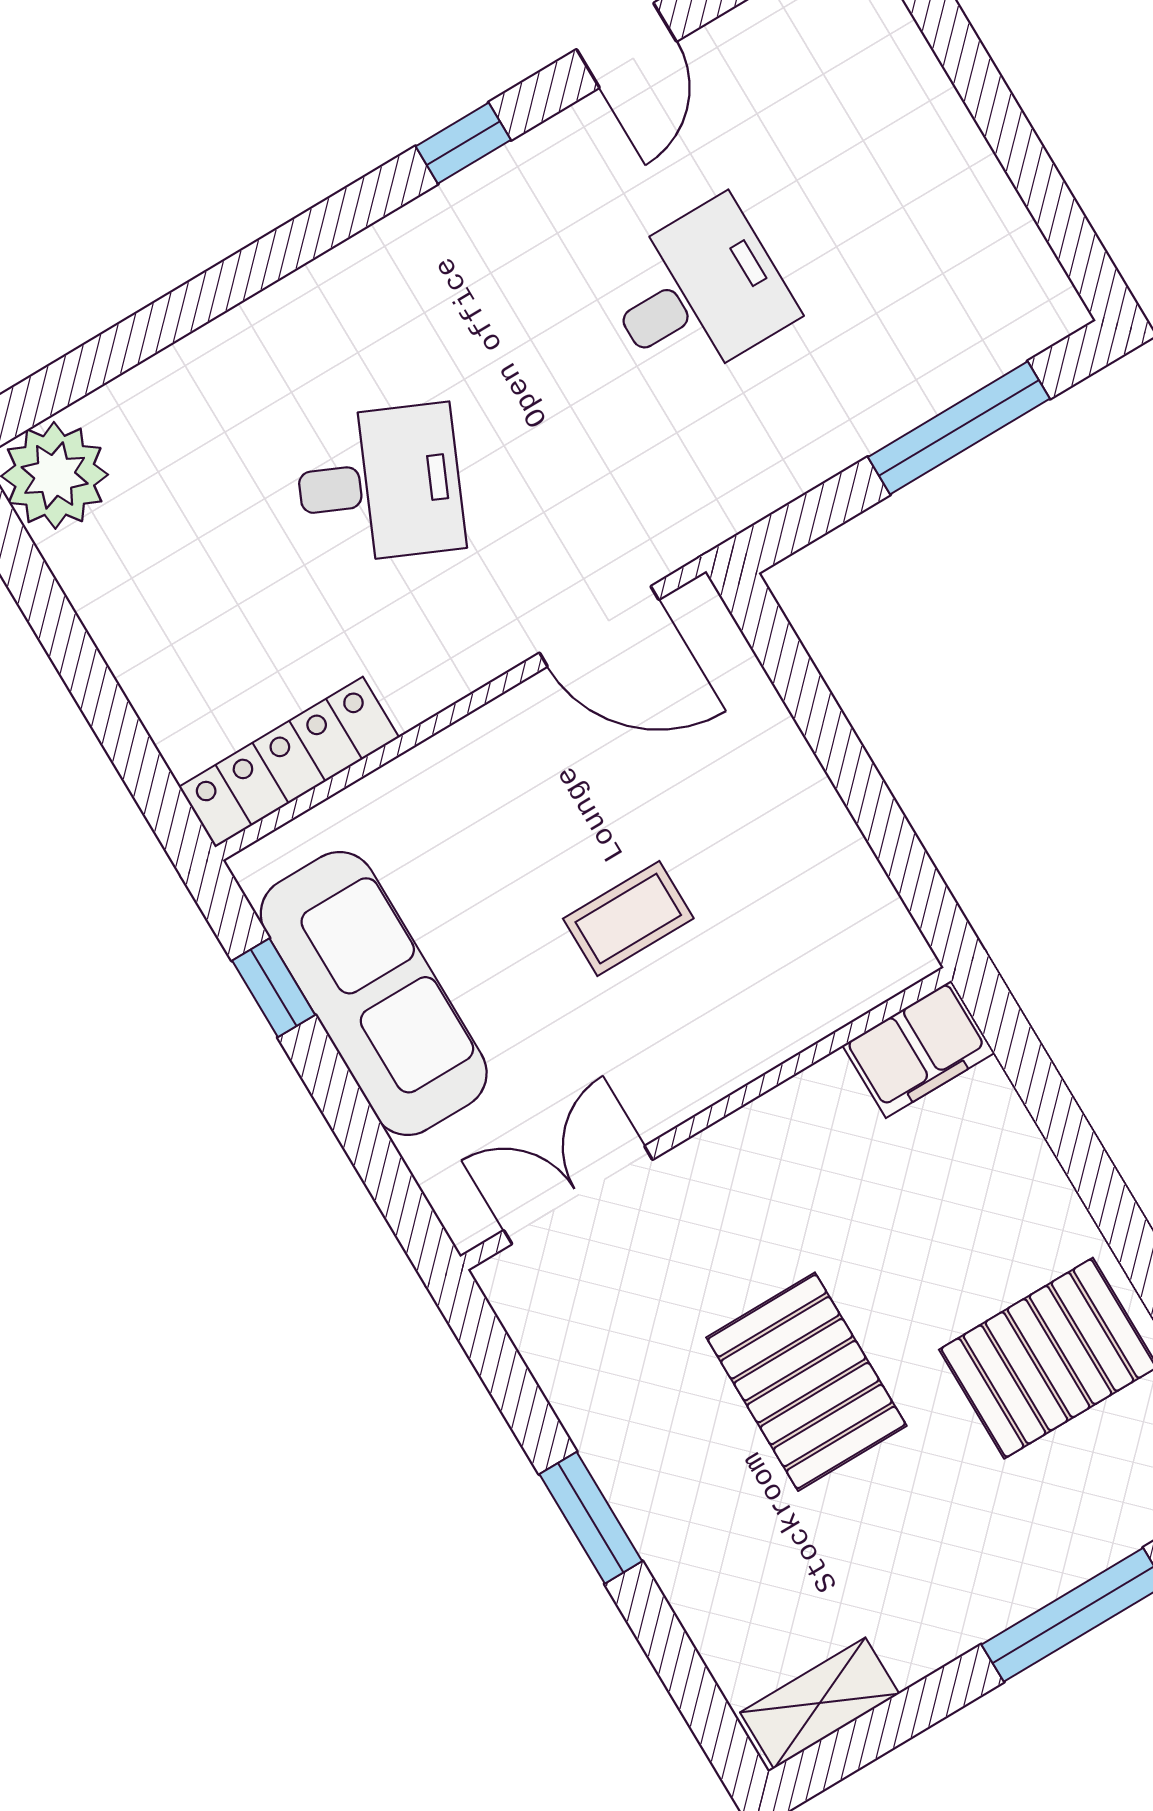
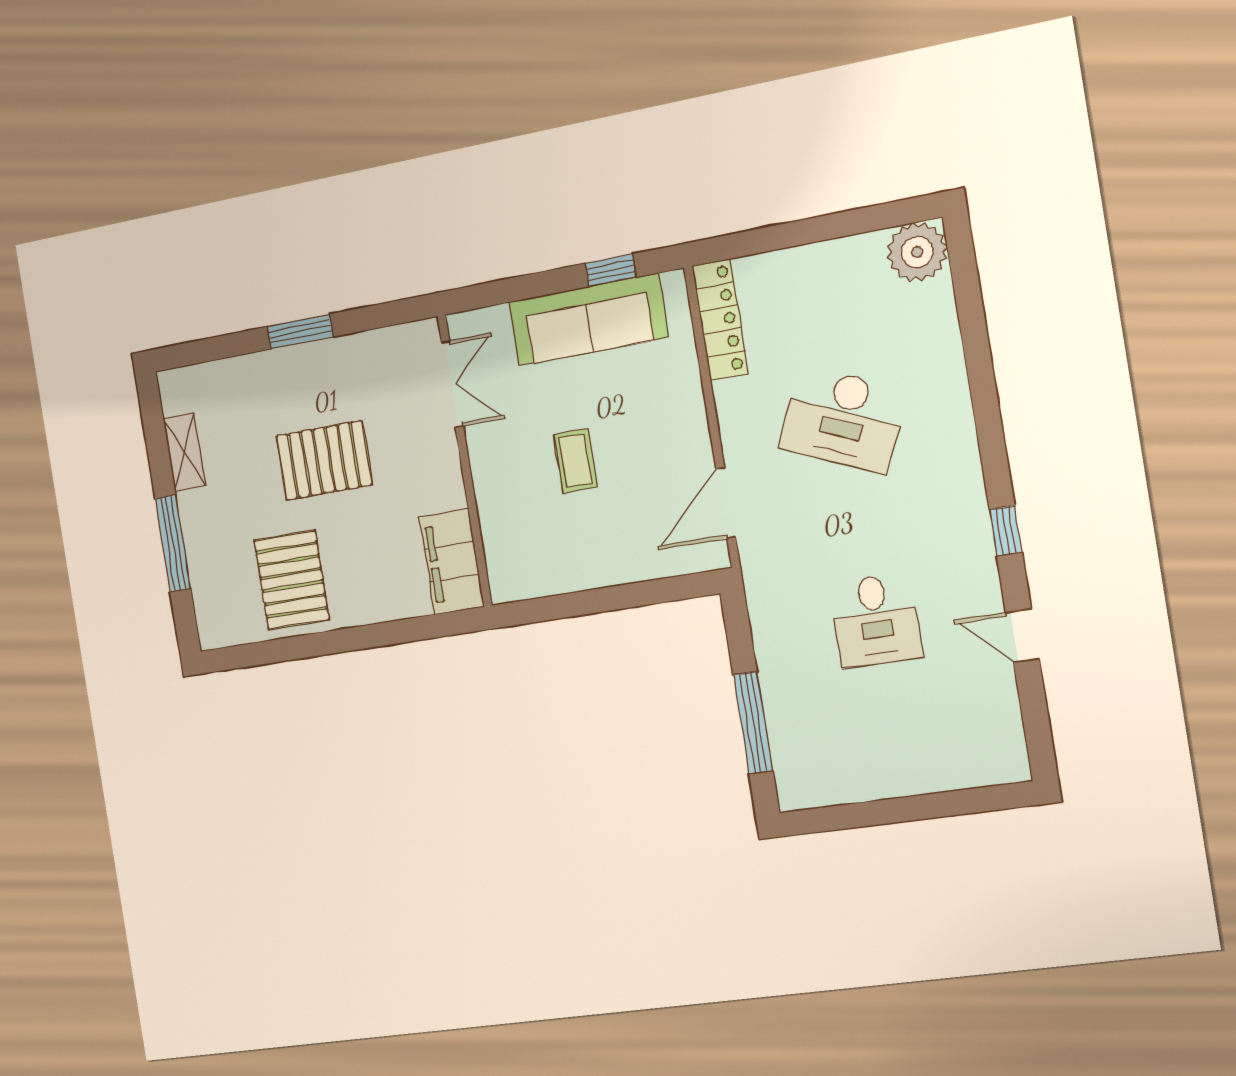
desk: (379, 484) -> (844, 419), width x1.37
filing cabinet: (919, 1049) -> (452, 562), width x1.50, depth x1.17
shelving: (820, 1703) -> (184, 452), moved

